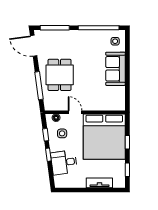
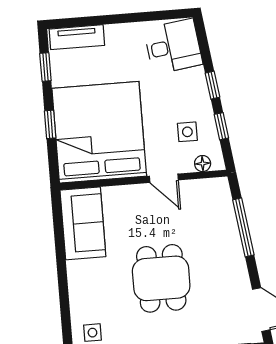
sofa: (115, 69) -> (83, 223), moved
dining table: (60, 75) -> (161, 278), moved
desk: (64, 162) -> (173, 46), moved
tv unit: (99, 183) -> (77, 37), moved

